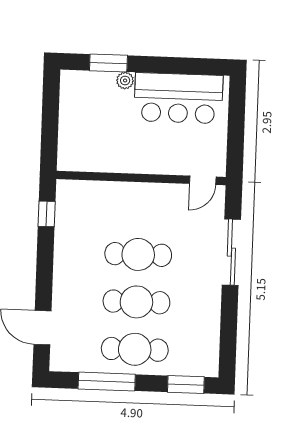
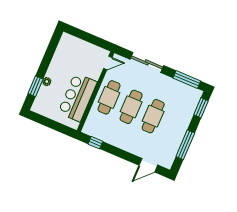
bar counter: (178, 98) -> (78, 97), moved, turned 180
door: (203, 180) -> (108, 63), hinge flipped
window: (228, 338) -> (187, 79), added
cafe table: (135, 349) -> (109, 97), moved

